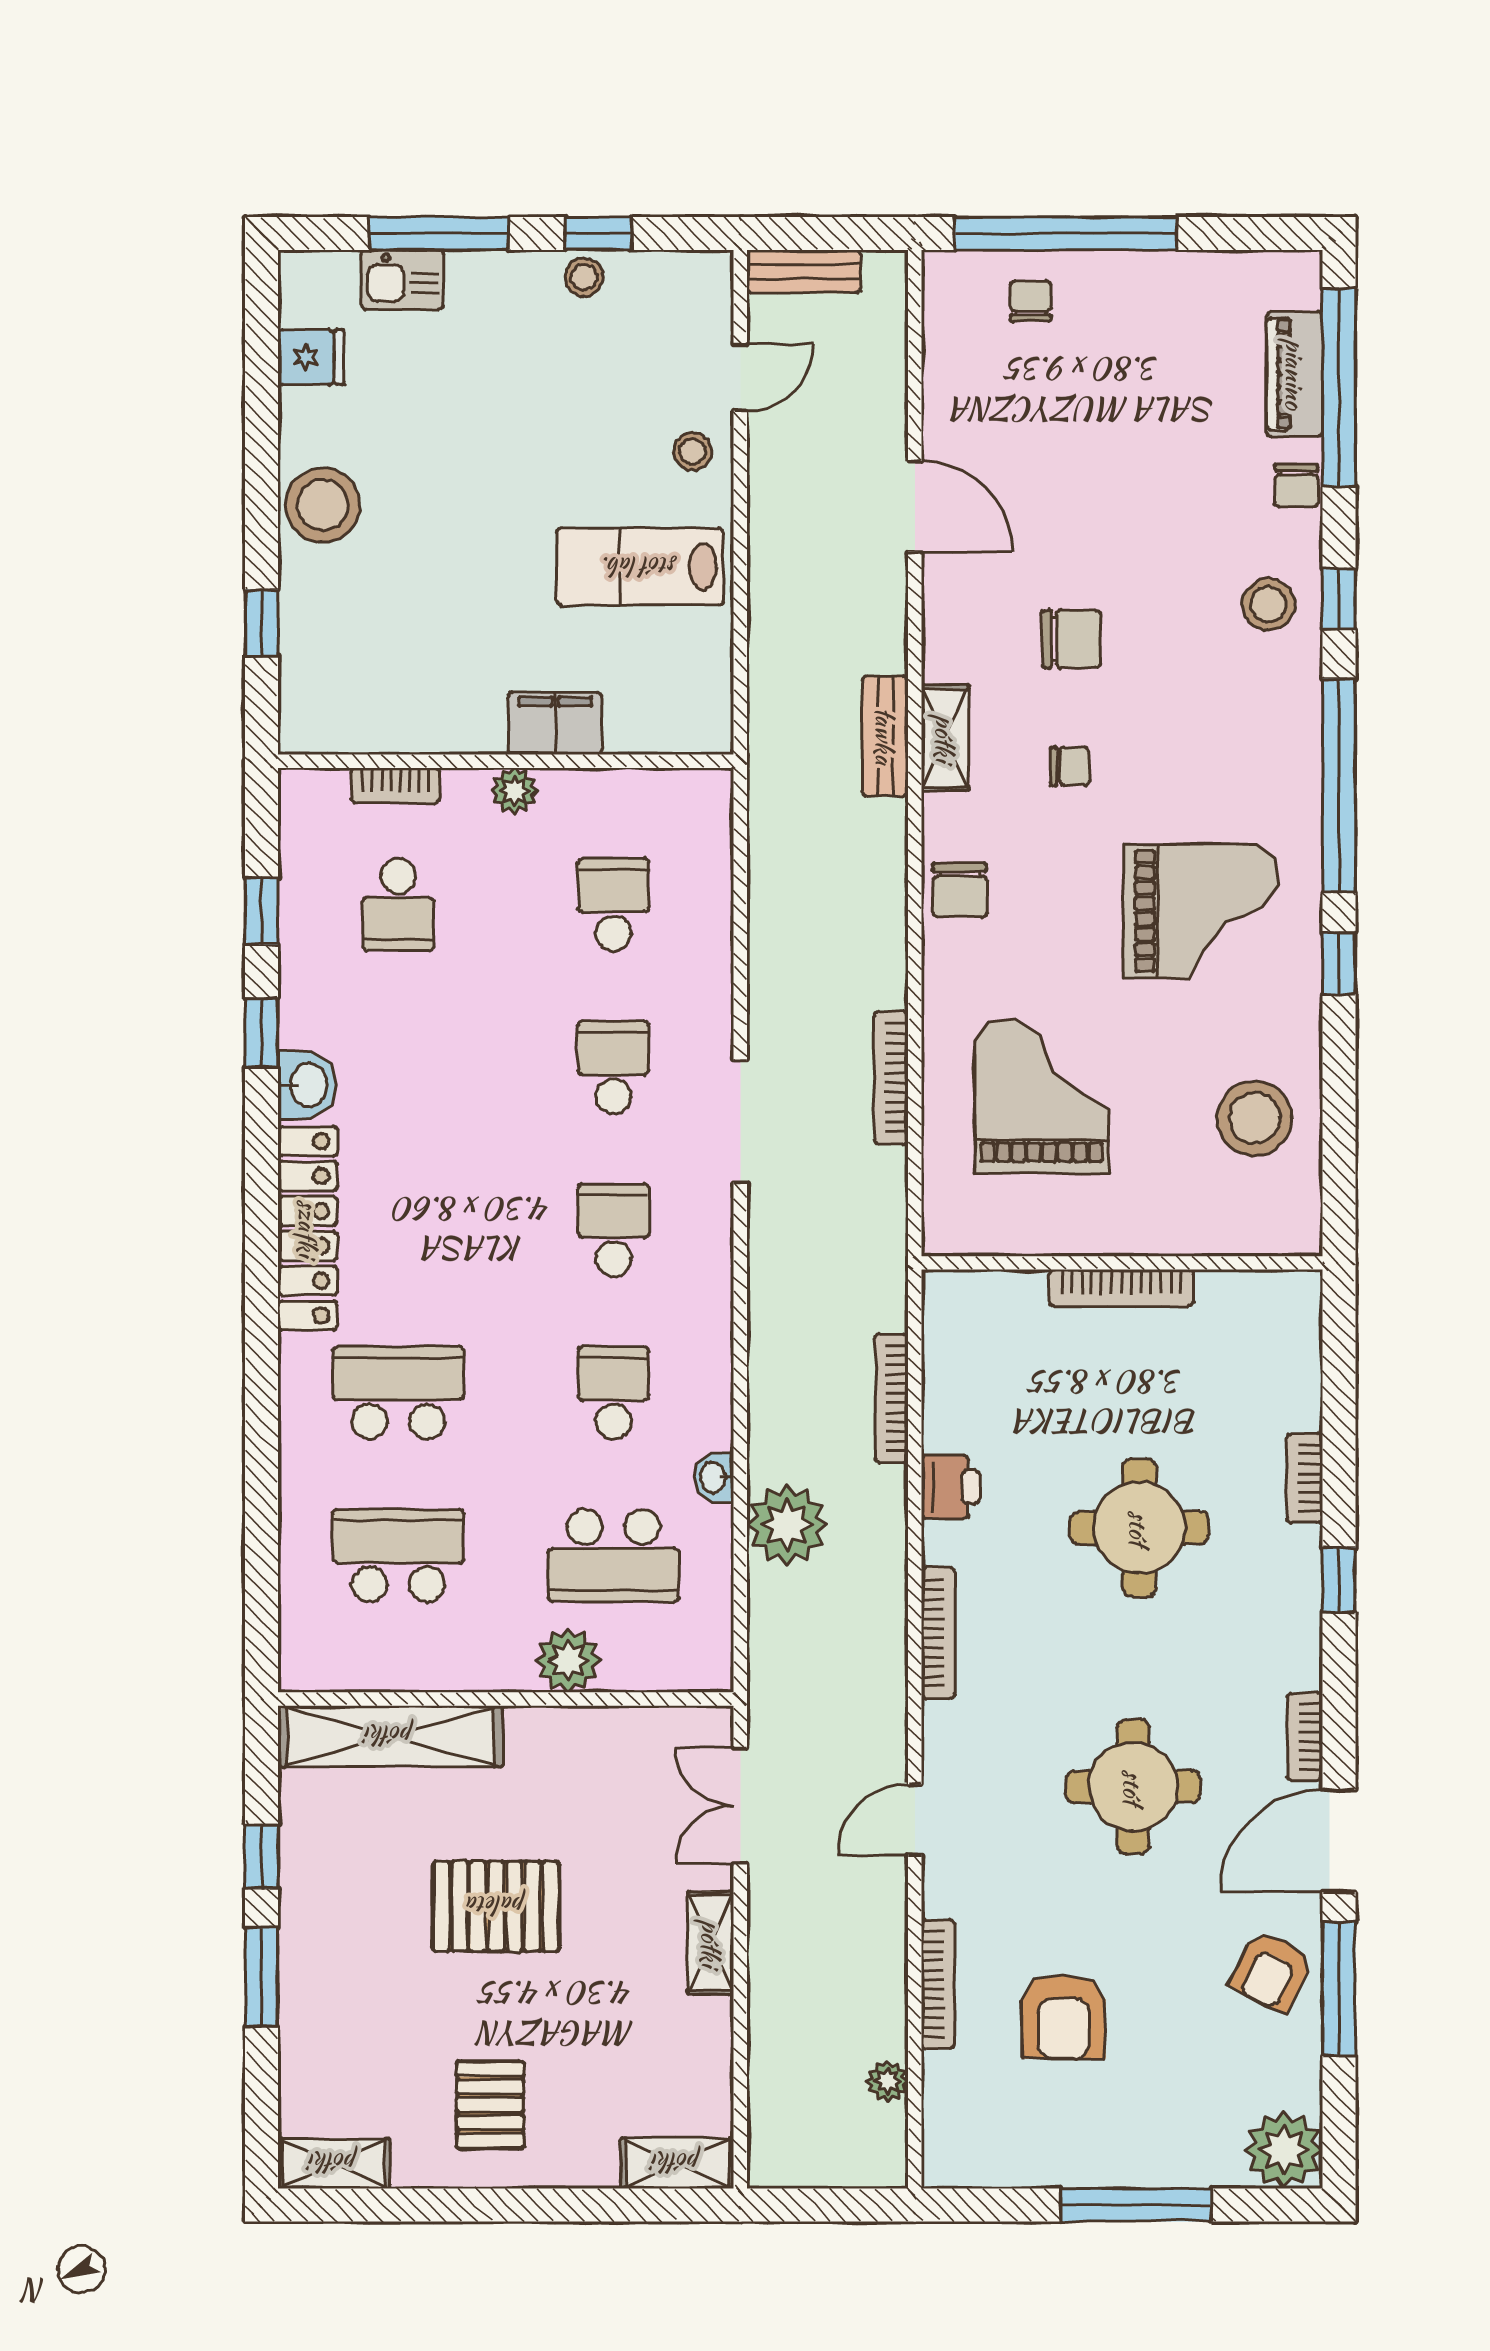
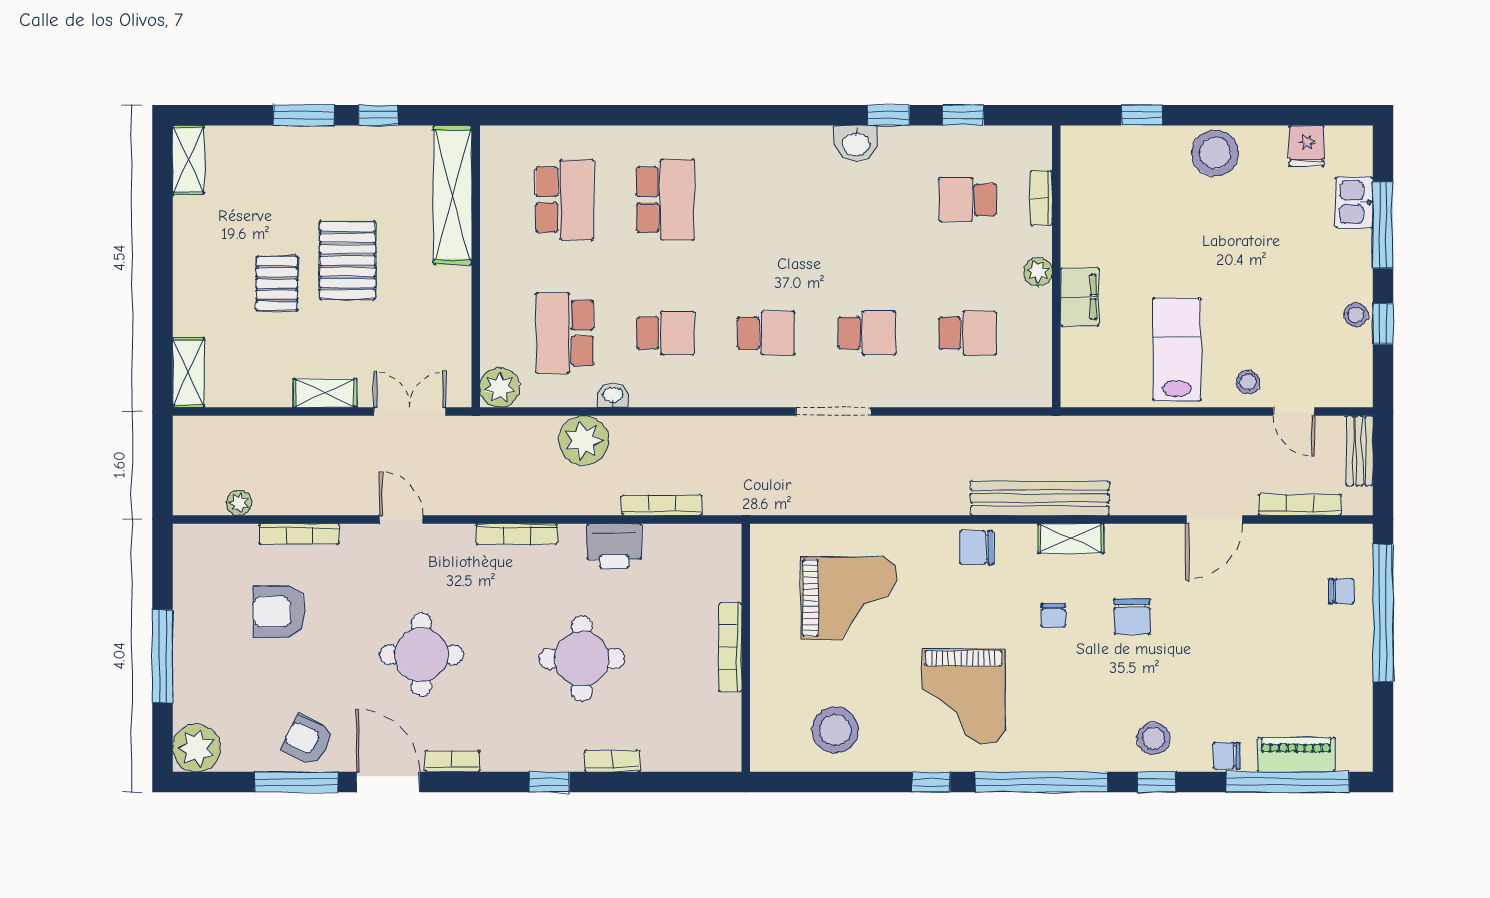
bench: (885, 736) -> (1040, 498), width x1.86, depth x1.21
bookcase: (891, 1078) -> (1300, 505), moved
locker: (308, 1228) -> (767, 144), removed
printer: (950, 1487) -> (614, 546), width x1.36, depth x1.24
plant: (568, 1660) -> (500, 388), moved
pallet: (490, 2105) -> (277, 284), moved, turned 90

